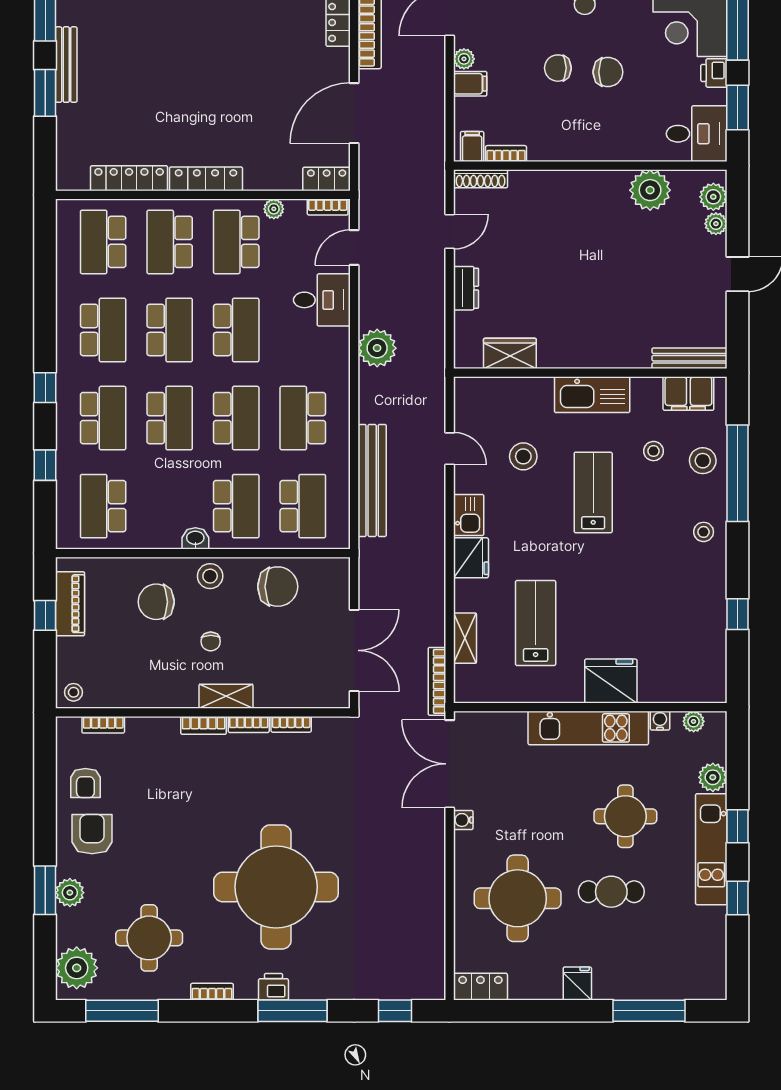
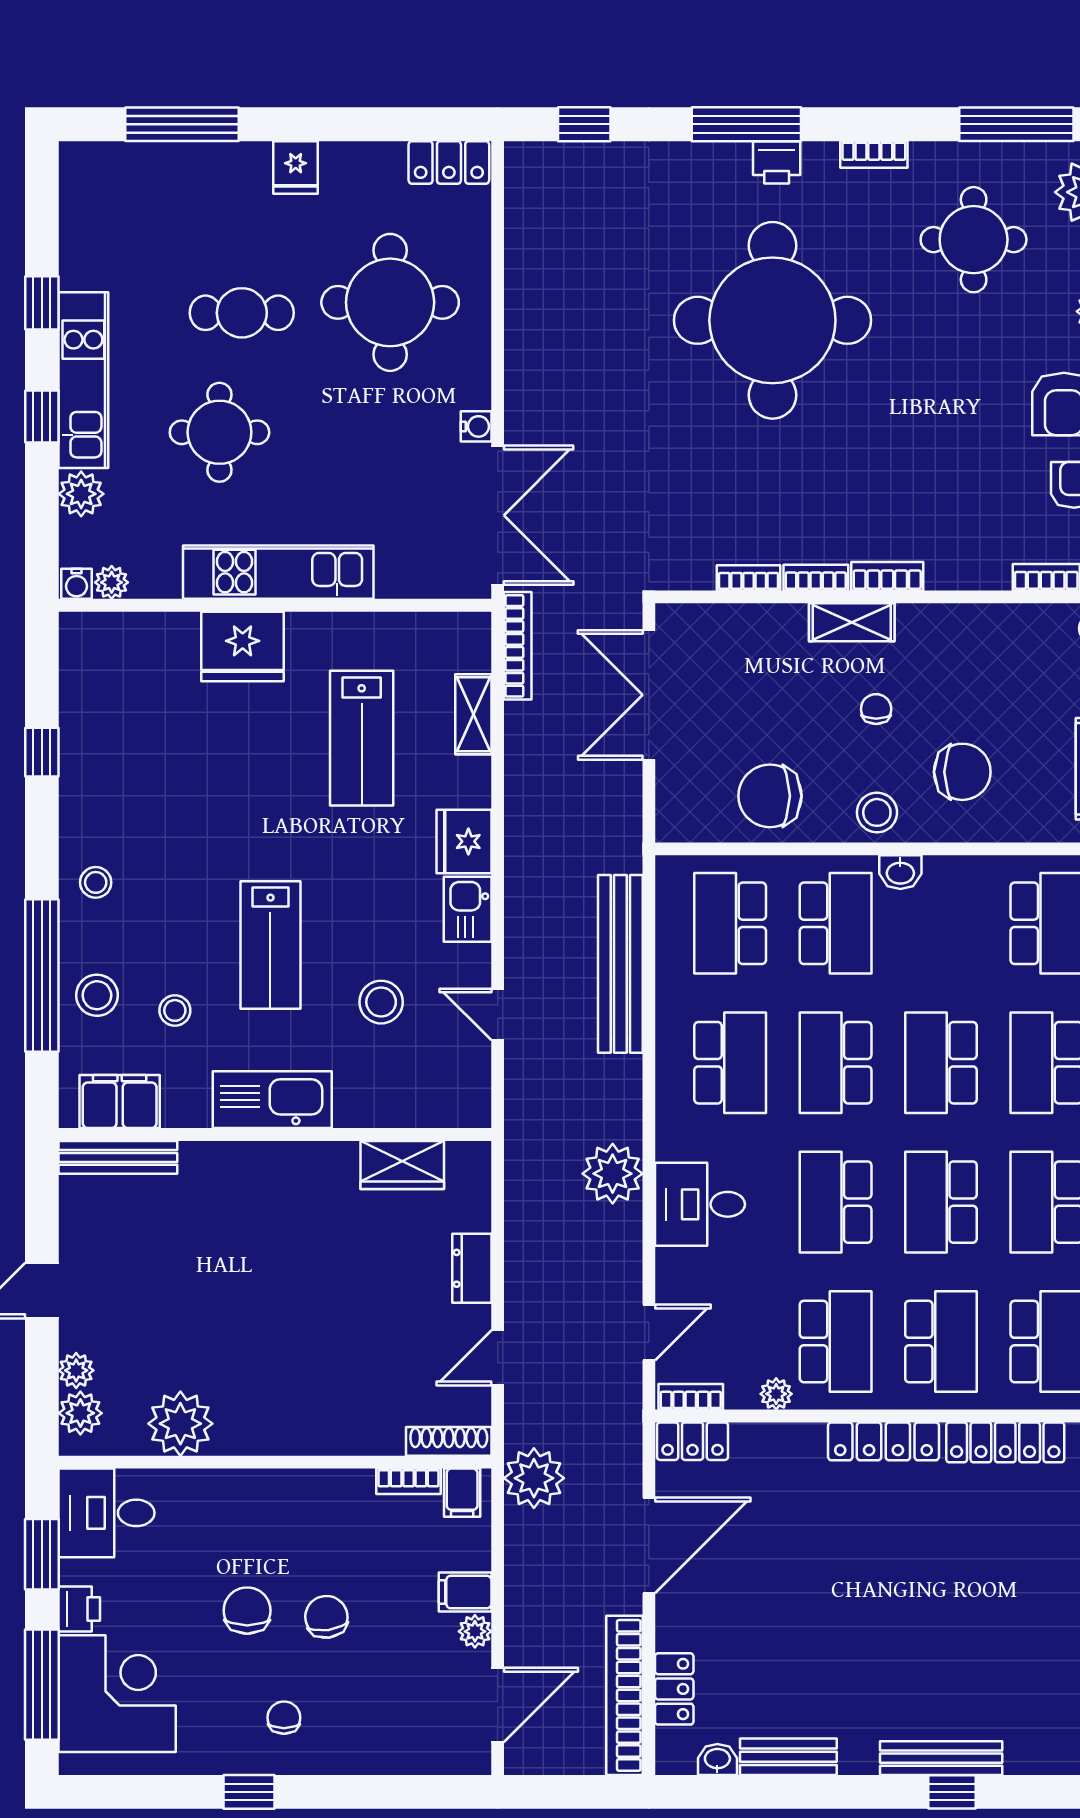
chair: (558, 68) -> (326, 1617), turned -98
chair: (608, 72) -> (247, 1611), turned 90
plant: (427, 156) -> (534, 1478), added
desk: (322, 300) -> (700, 1204), moved
school desk: (236, 506) -> (836, 923), turned 180
water cooler: (660, 721) -> (76, 584), moved

